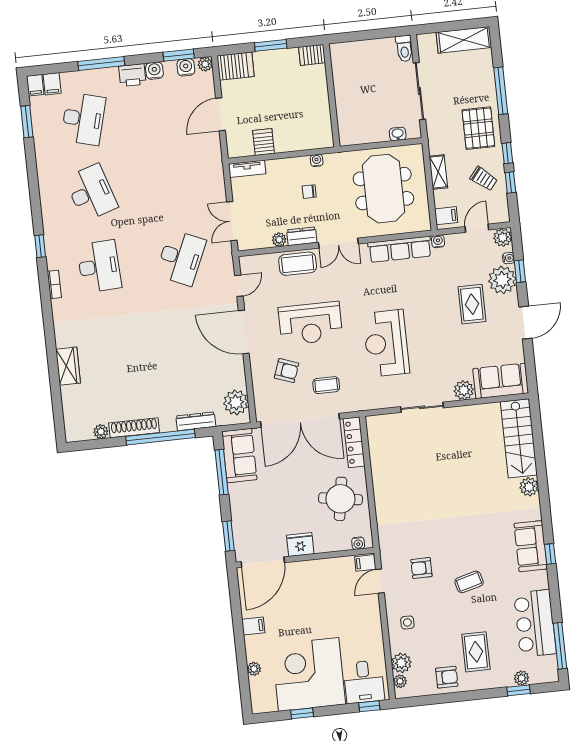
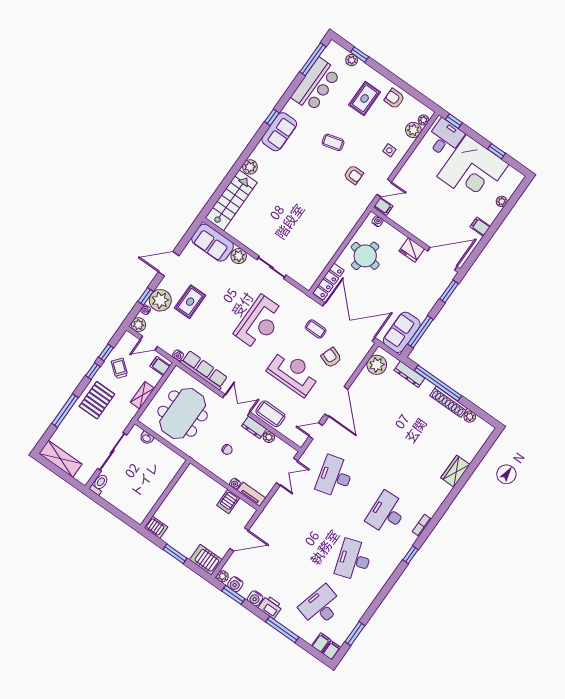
water cooler: (317, 160) -> (235, 484), moved
desk: (181, 258) -> (335, 477), turned -39

